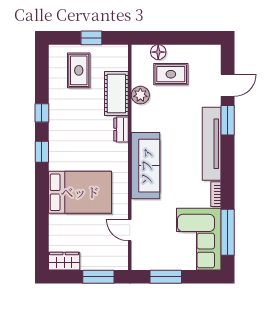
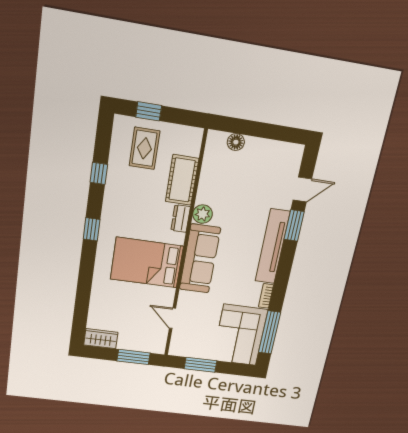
window: (91, 38) -> (149, 111), moved
rug: (171, 74) -> (245, 168), removed
plant: (140, 95) -> (203, 214), moved
window: (42, 113) -> (99, 173), moved
bed: (80, 192) -> (147, 263), moved, turned 180

